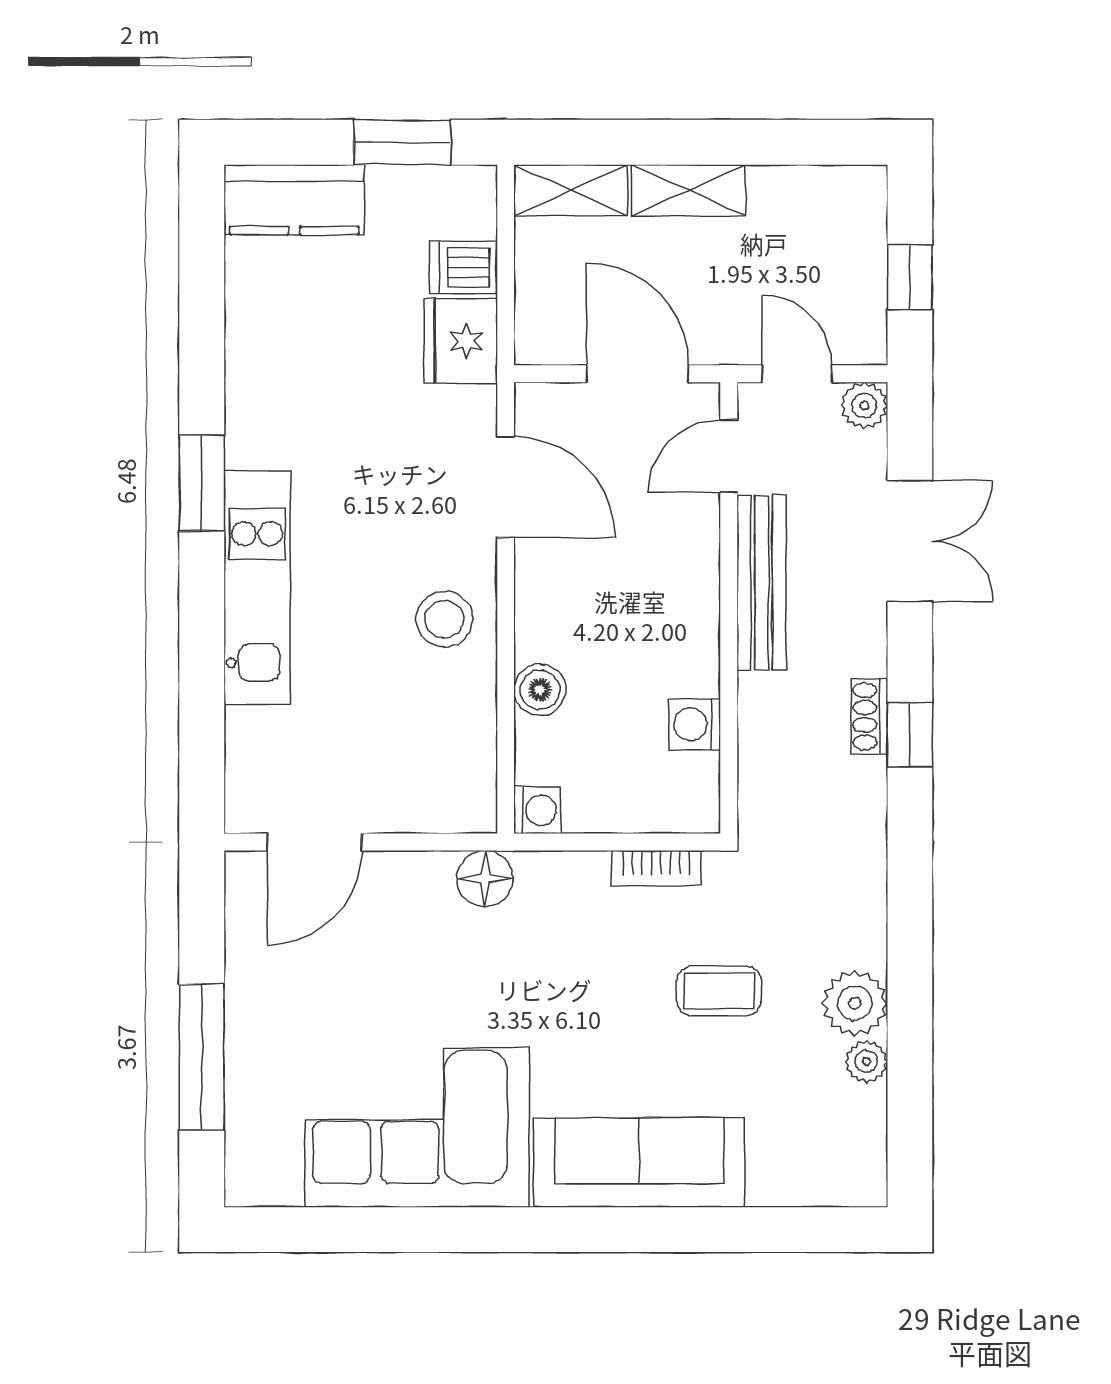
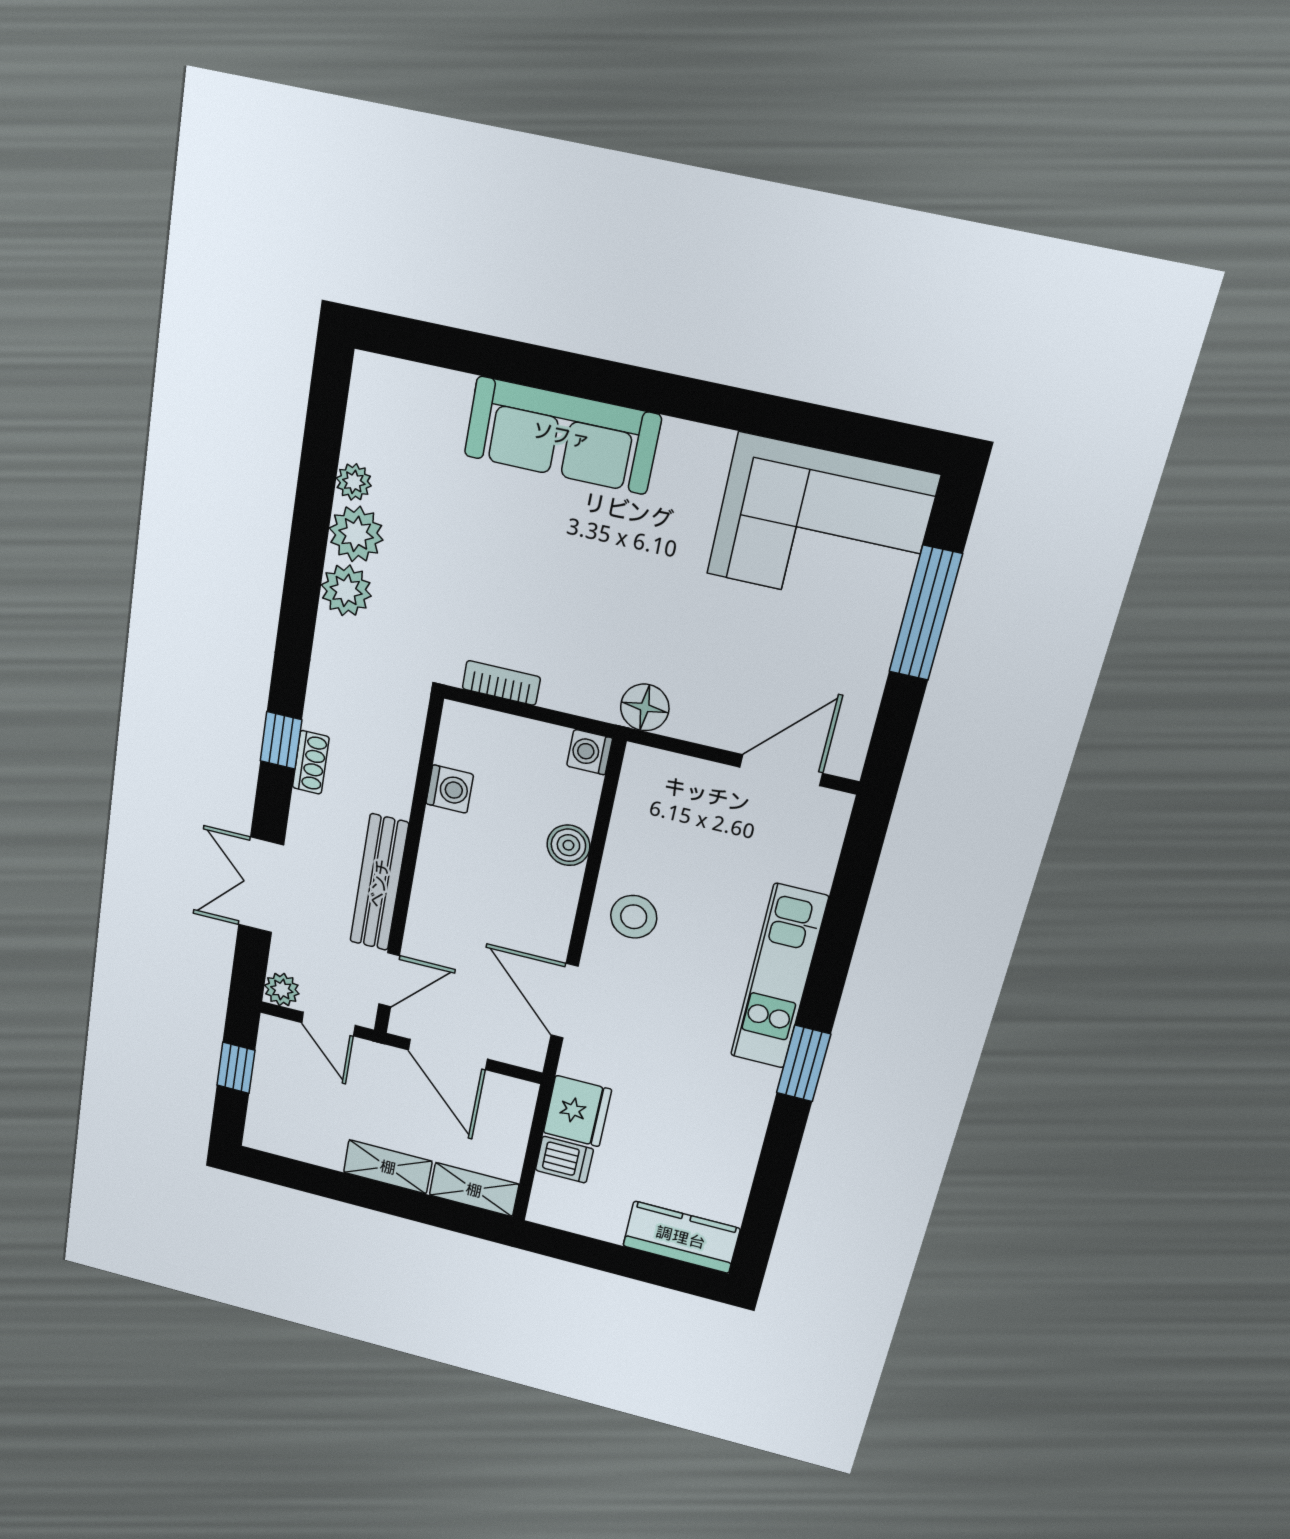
window: (402, 142) -> (592, 1253), removed
plant: (857, 935) -> (346, 590), added
coffee table: (719, 991) -> (467, 570), removed
corner sofa: (417, 1127) -> (822, 525), moved

